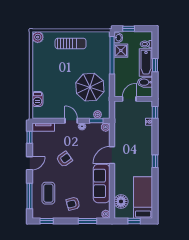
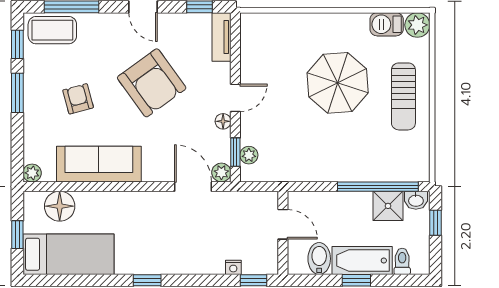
parasol: (90, 87) -> (338, 83), moved
barbecue: (37, 99) -> (387, 24), moved
door: (112, 155) -> (193, 187), moved
armchair: (64, 159) -> (152, 83), width x1.88, depth x1.88
coffee table: (48, 193) -> (52, 30), moved
armchair: (73, 204) -> (78, 99), moved
window: (88, 221) -> (17, 93), moved

